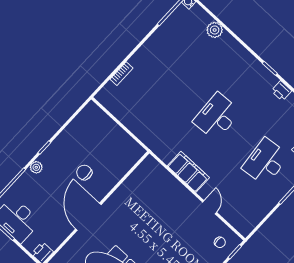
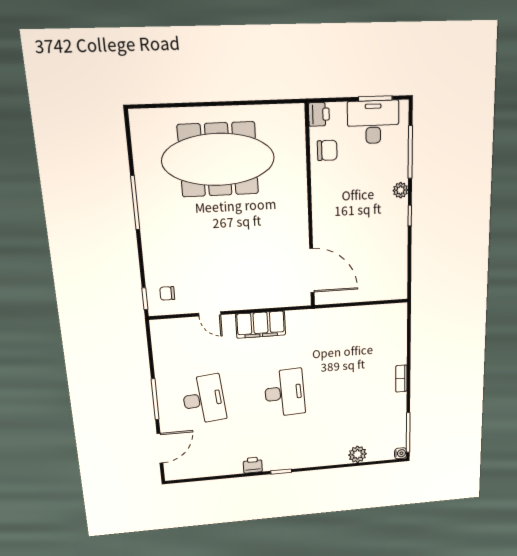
bookcase: (121, 74) -> (401, 379), moved
chair: (84, 172) -> (327, 150), moved
door: (88, 217) -> (312, 270), moved

